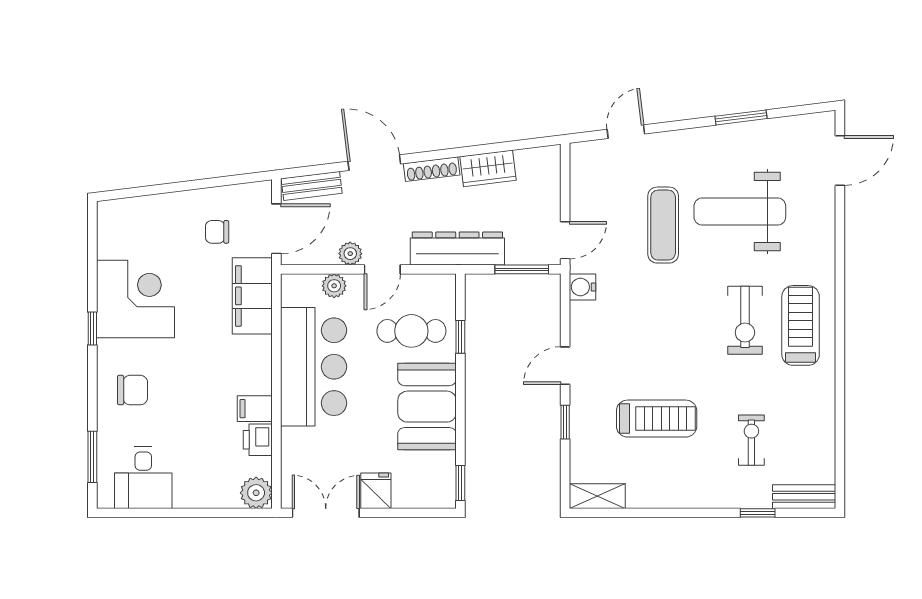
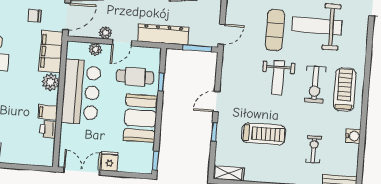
water cooler: (583, 287) -> (353, 136), moved, turned 180
weight bench: (675, 313) -> (278, 78), added
plant: (256, 493) -> (51, 82), moved

